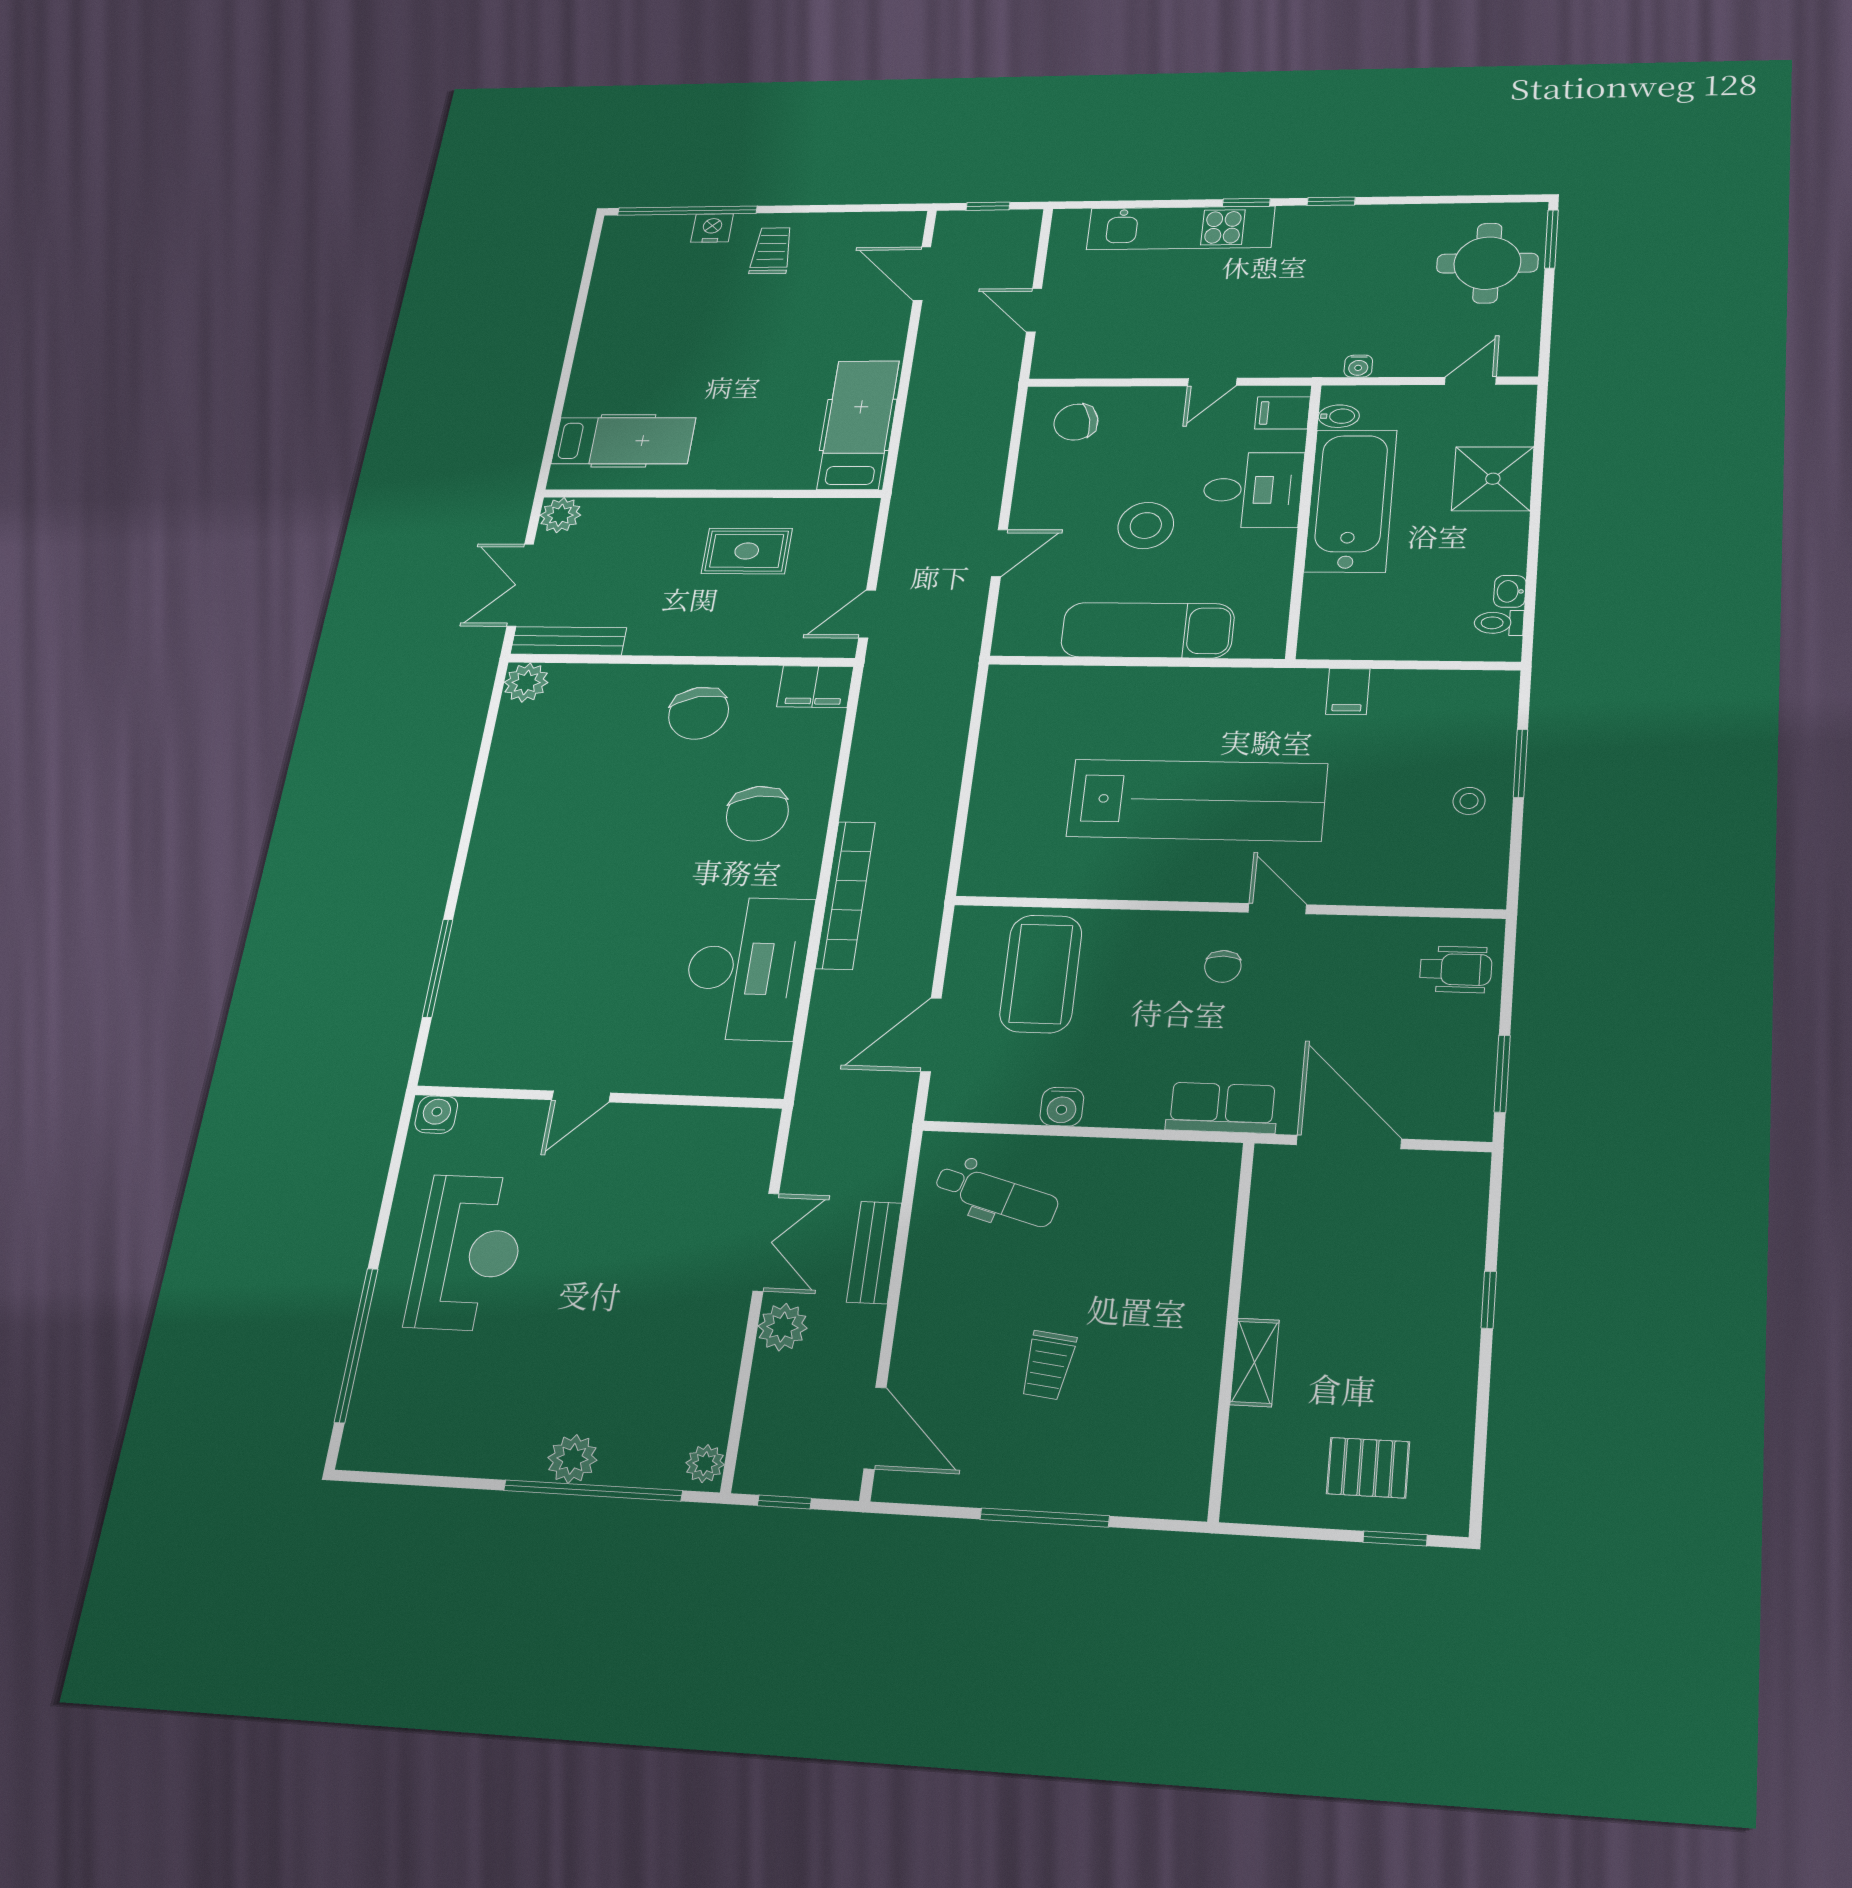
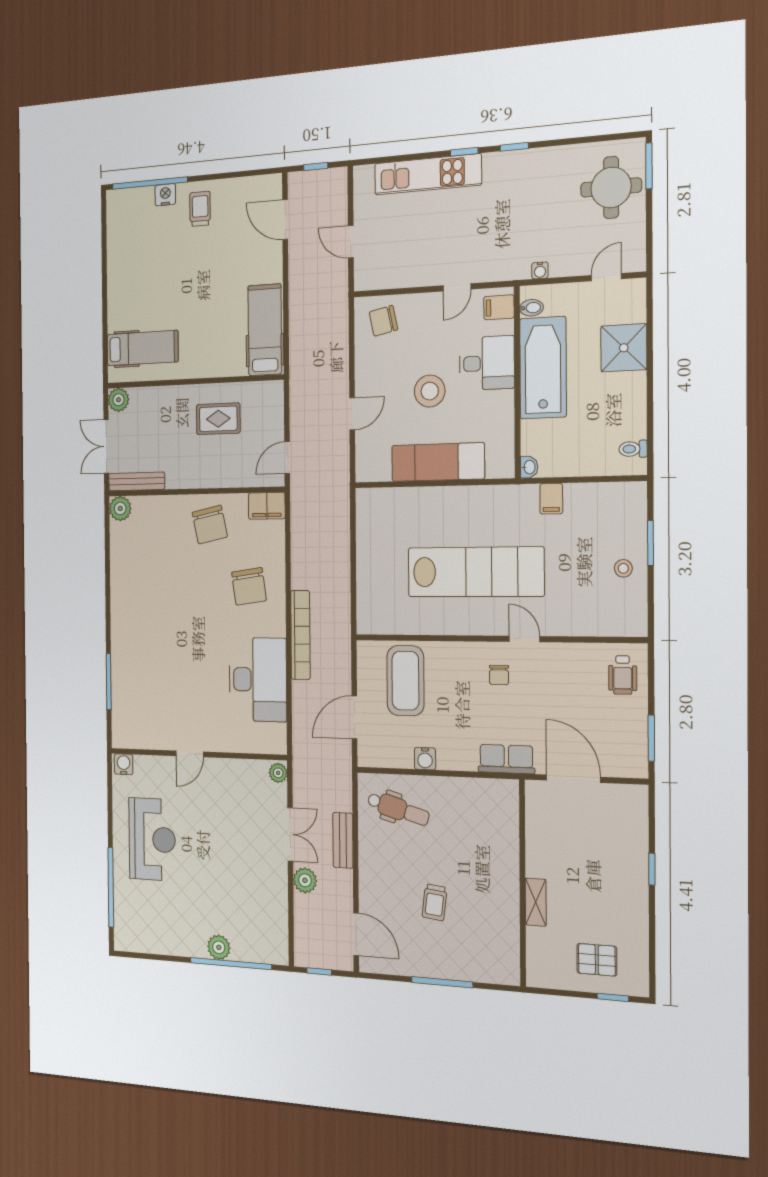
washbasin: (1510, 591) -> (529, 467), moved, turned 180
wheelchair: (1456, 969) -> (623, 675), turned 90
plant: (705, 1464) -> (278, 773), moved

